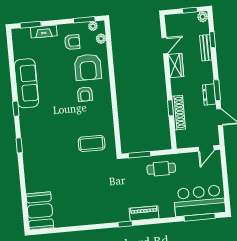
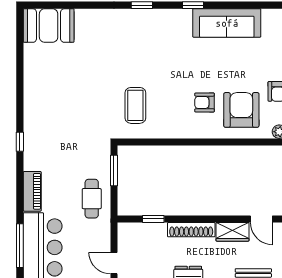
armchair: (88, 67) -> (241, 110), turned 90
window: (170, 108) -> (153, 219), moved
shoe rack: (179, 113) -> (191, 230), moved
piano: (144, 213) -> (32, 191), moved

